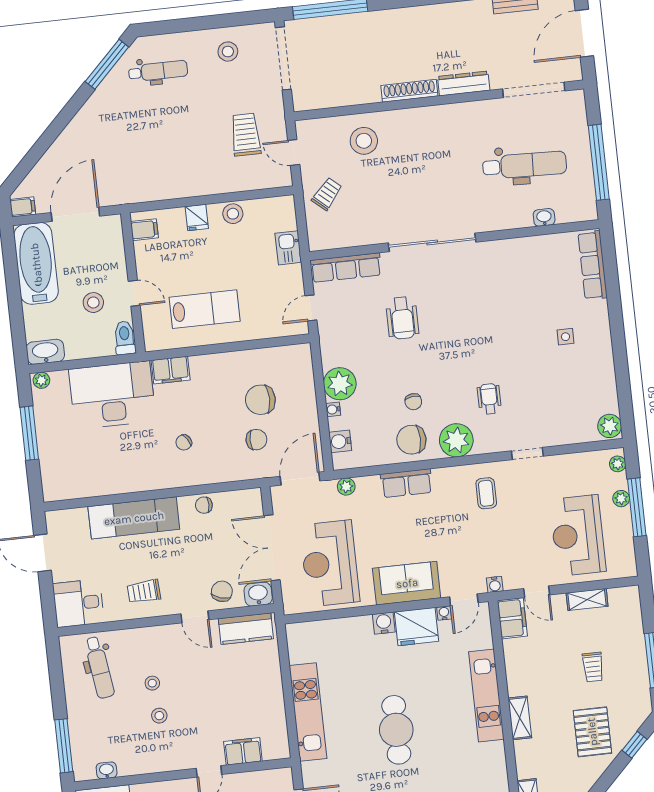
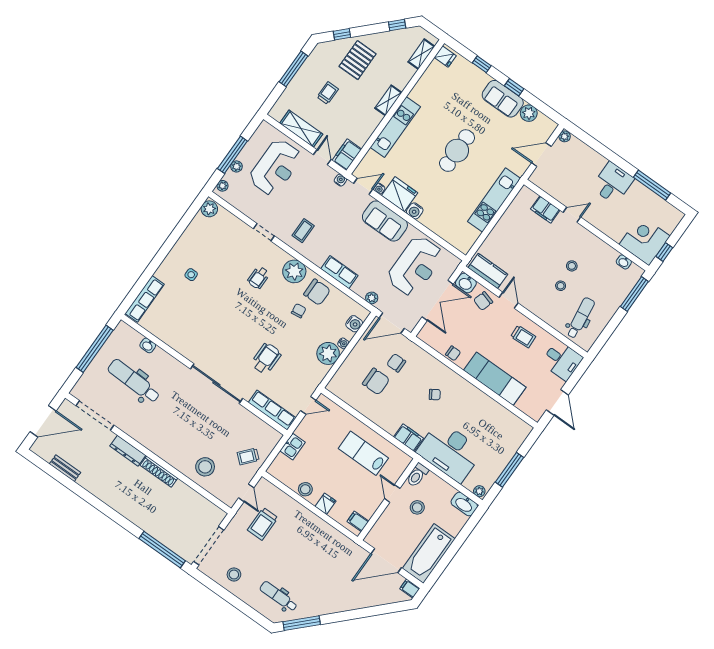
shelving: (587, 600) -> (301, 129), width x1.50, depth x1.33

